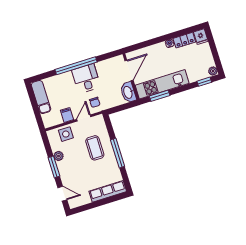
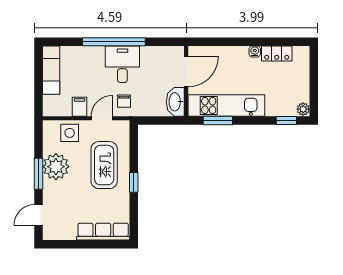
fridge: (201, 37) -> (301, 56), removed
coffee table: (95, 148) -> (104, 165), width x1.36, depth x1.32
window: (118, 153) -> (134, 182), width x0.46
plant: (59, 156) -> (56, 167), width x1.88, depth x1.88
door: (62, 194) -> (39, 215), swing flipped

